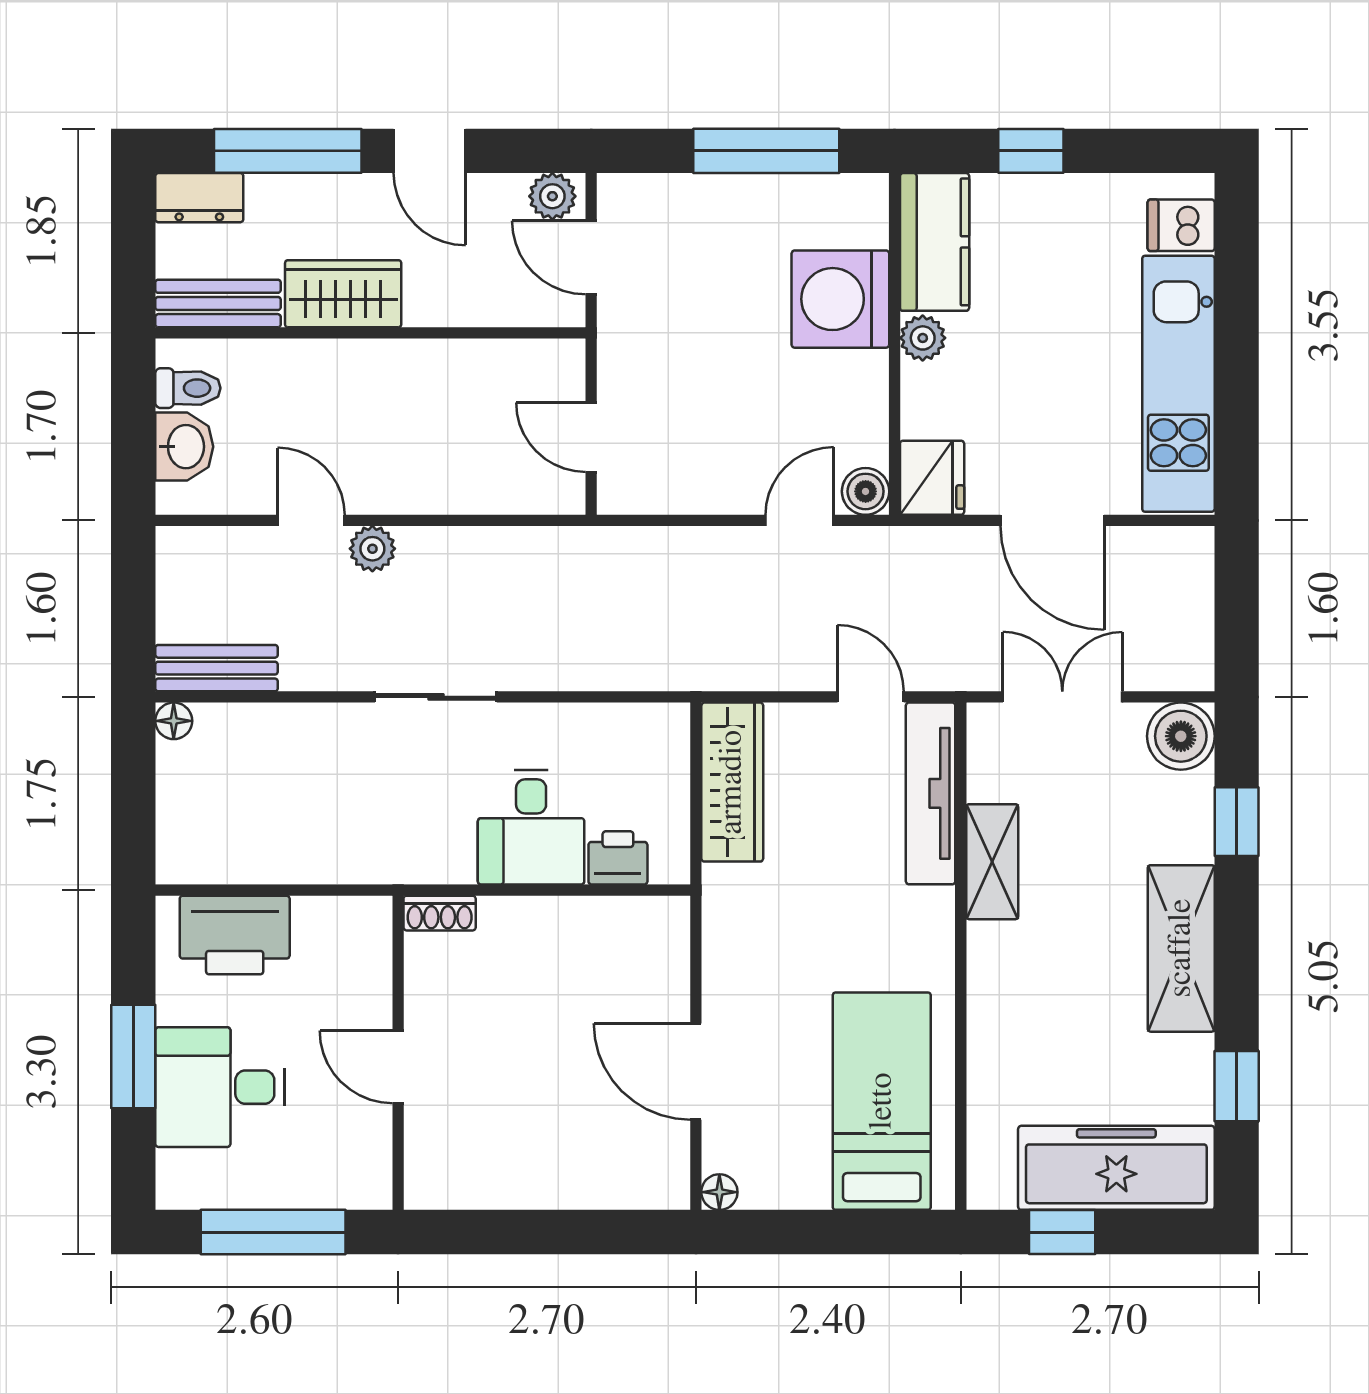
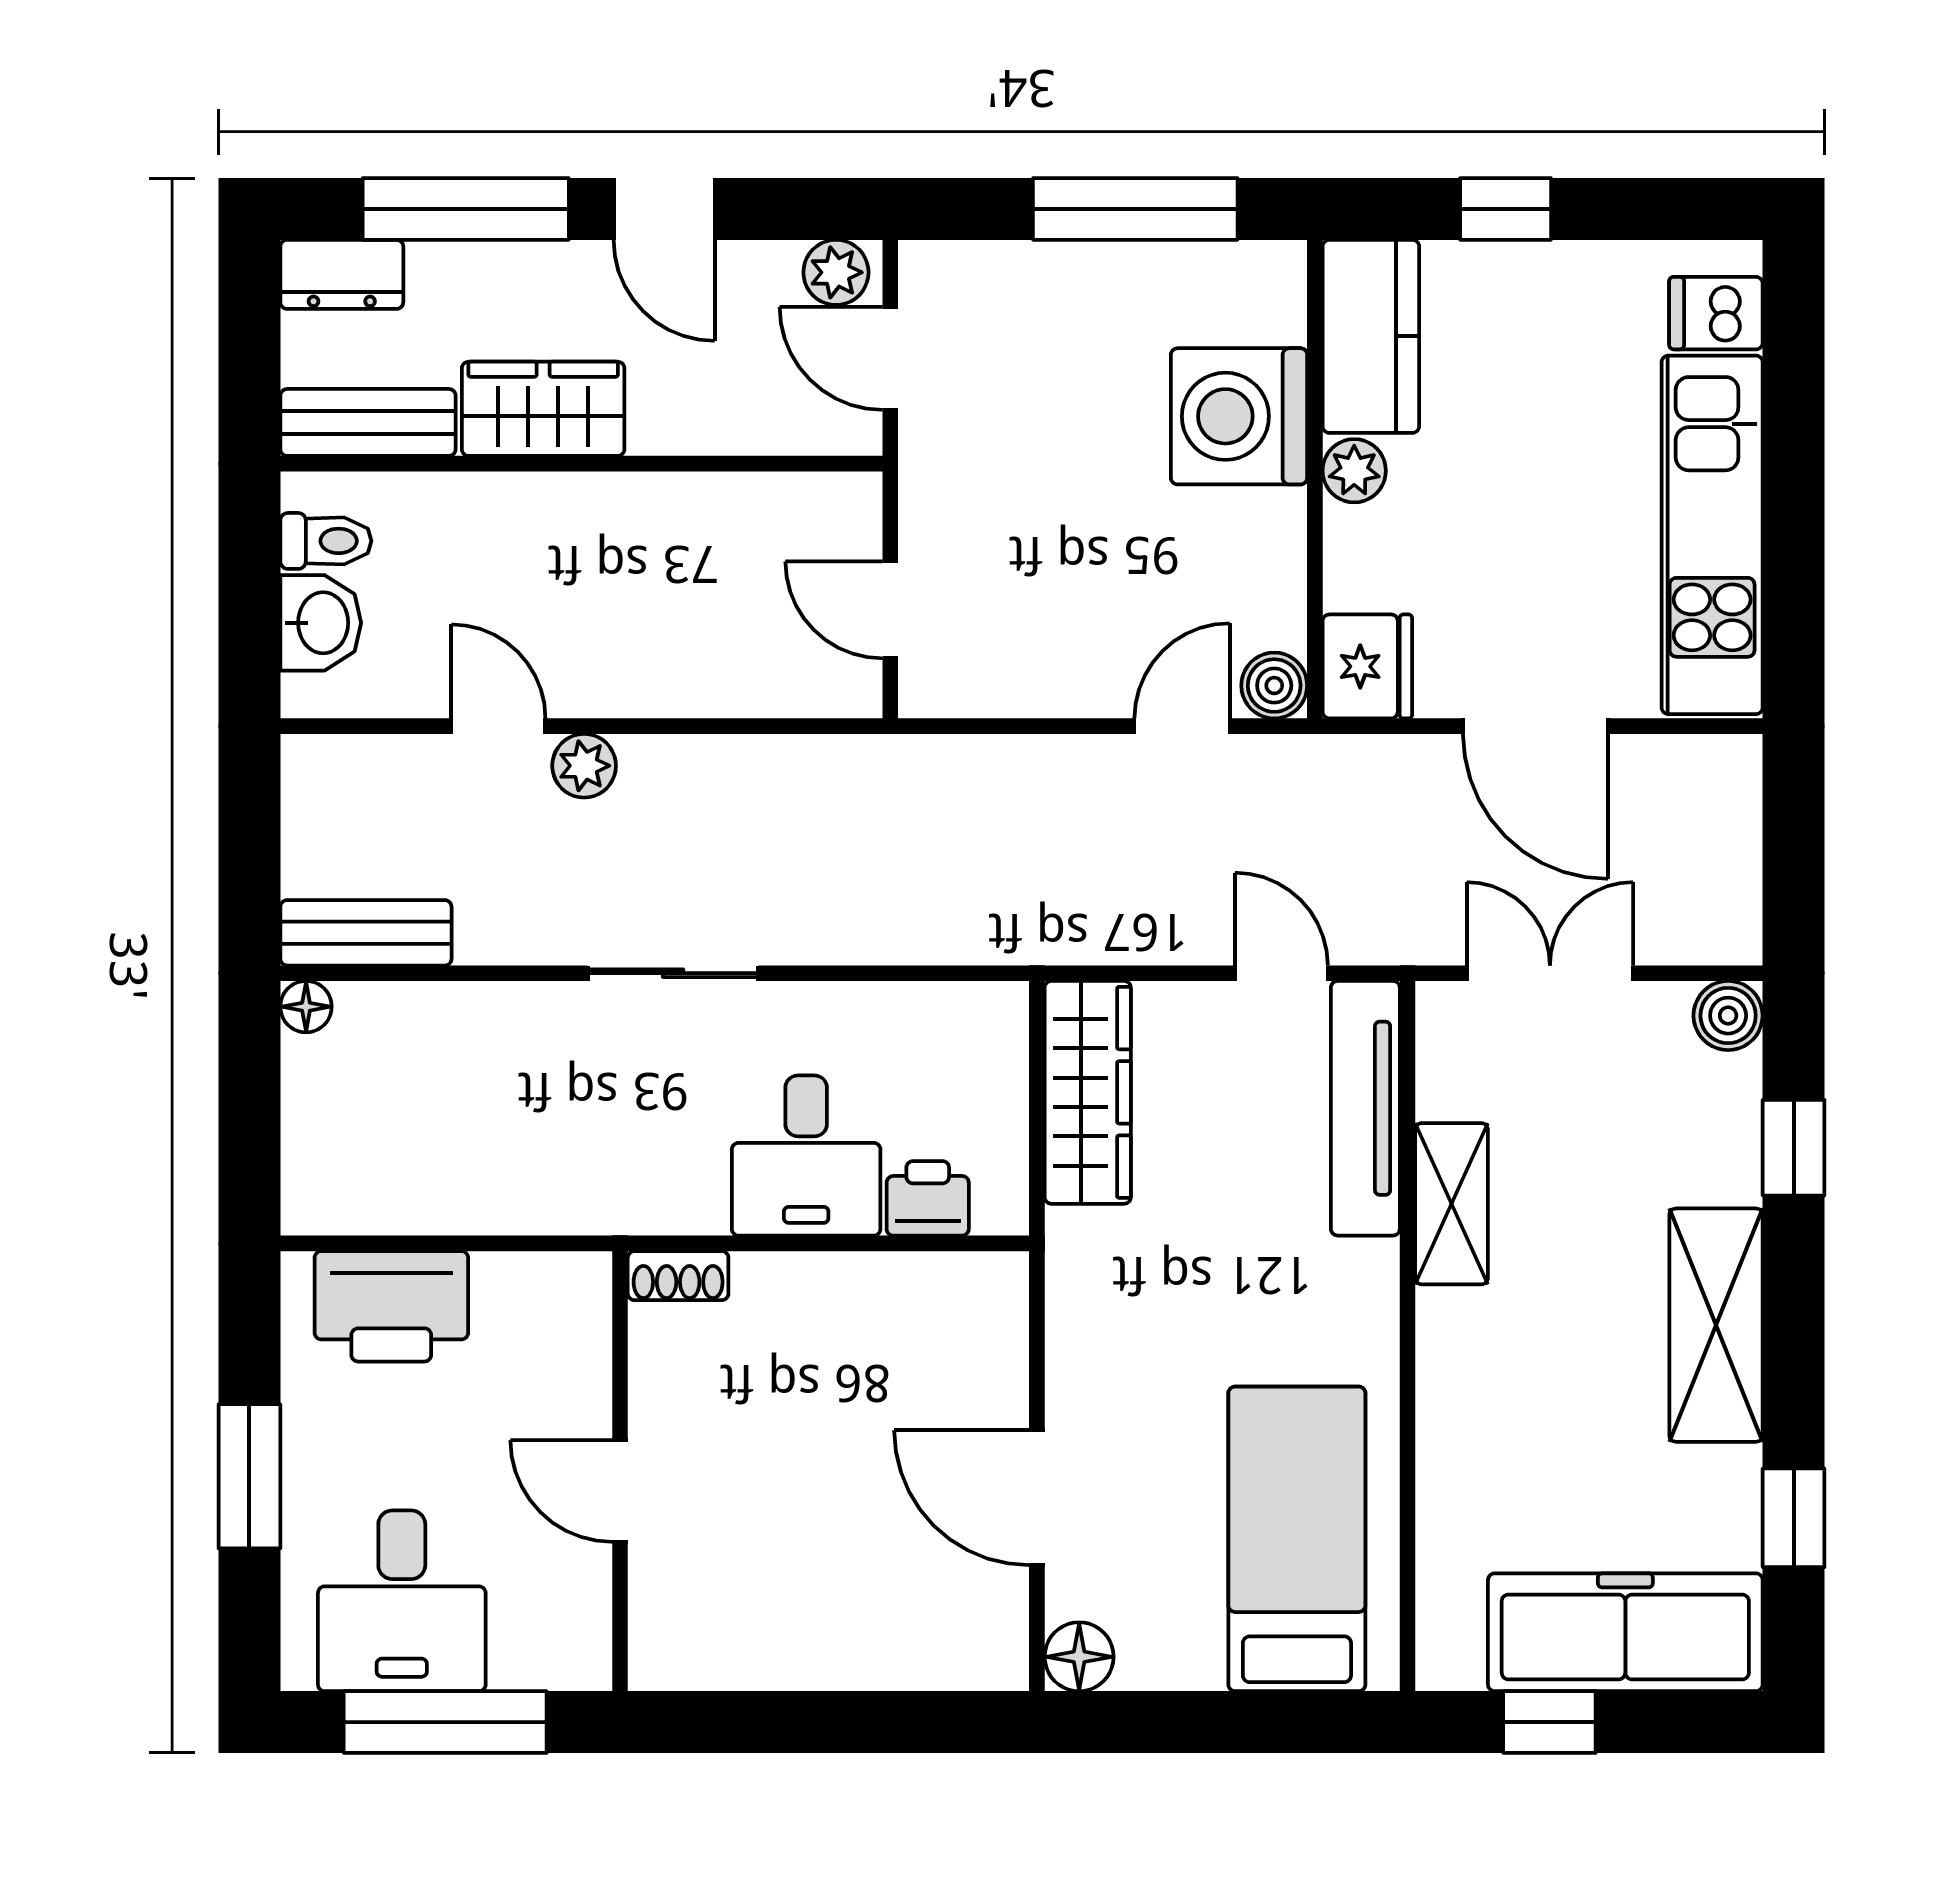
boiler: (1181, 736) -> (1728, 1016), width x0.73, depth x0.73
desk: (220, 1087) -> (402, 1601), moved, turned -90
floor lamp: (719, 1192) -> (1079, 1657), width x1.37, depth x1.37

